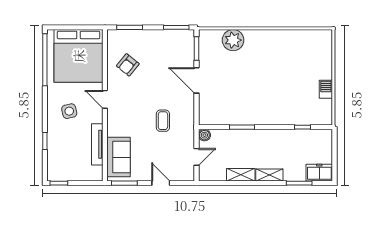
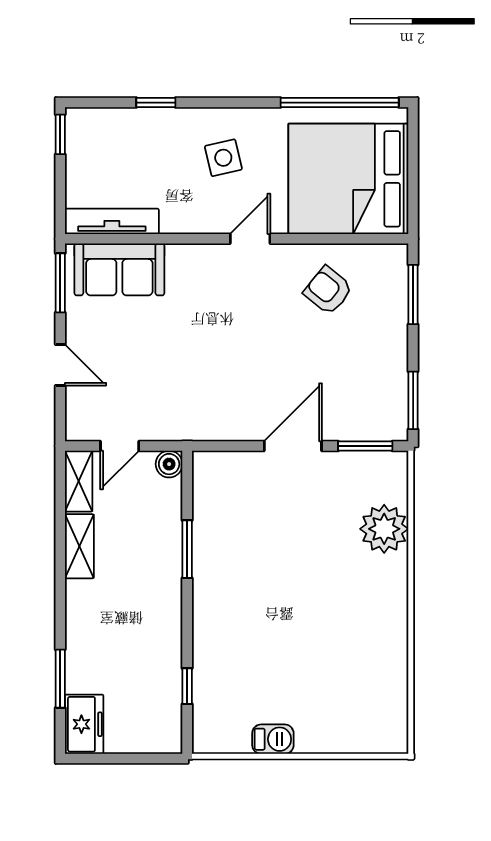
coffee table: (163, 121) -> (202, 370), removed
tv unit: (97, 144) -> (112, 221), moved
door: (196, 157) -> (120, 446), hinge flipped
shelving: (269, 175) -> (79, 481), moved
door: (161, 183) -> (60, 365), hinge flipped

